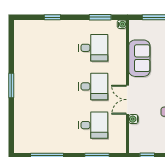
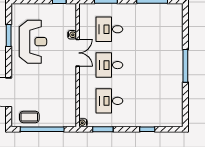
sofa: (139, 58) -> (67, 91), removed
window: (11, 85) -> (185, 66), width x1.44

